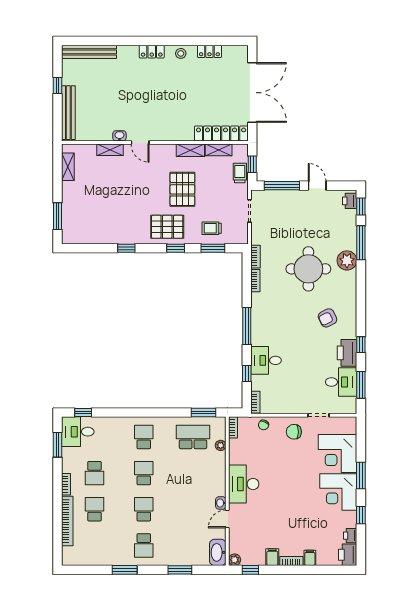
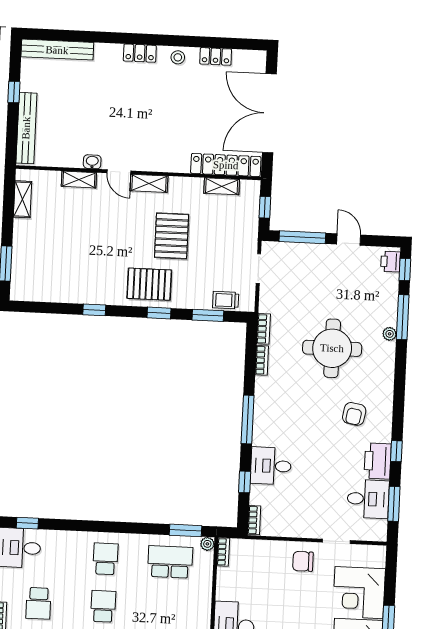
double door: (252, 93) -> (269, 113), swing flipped
shelving: (190, 150) -> (149, 183), moved
trolley: (240, 173) -> (248, 218), removed
trolley: (212, 228) -> (226, 300), moved
plant: (347, 260) -> (390, 334), width x0.53, depth x0.53
armchair: (328, 318) -> (354, 414), turned -53
chair: (264, 425) -> (264, 550), removed
plant: (221, 445) -> (207, 544), moved

